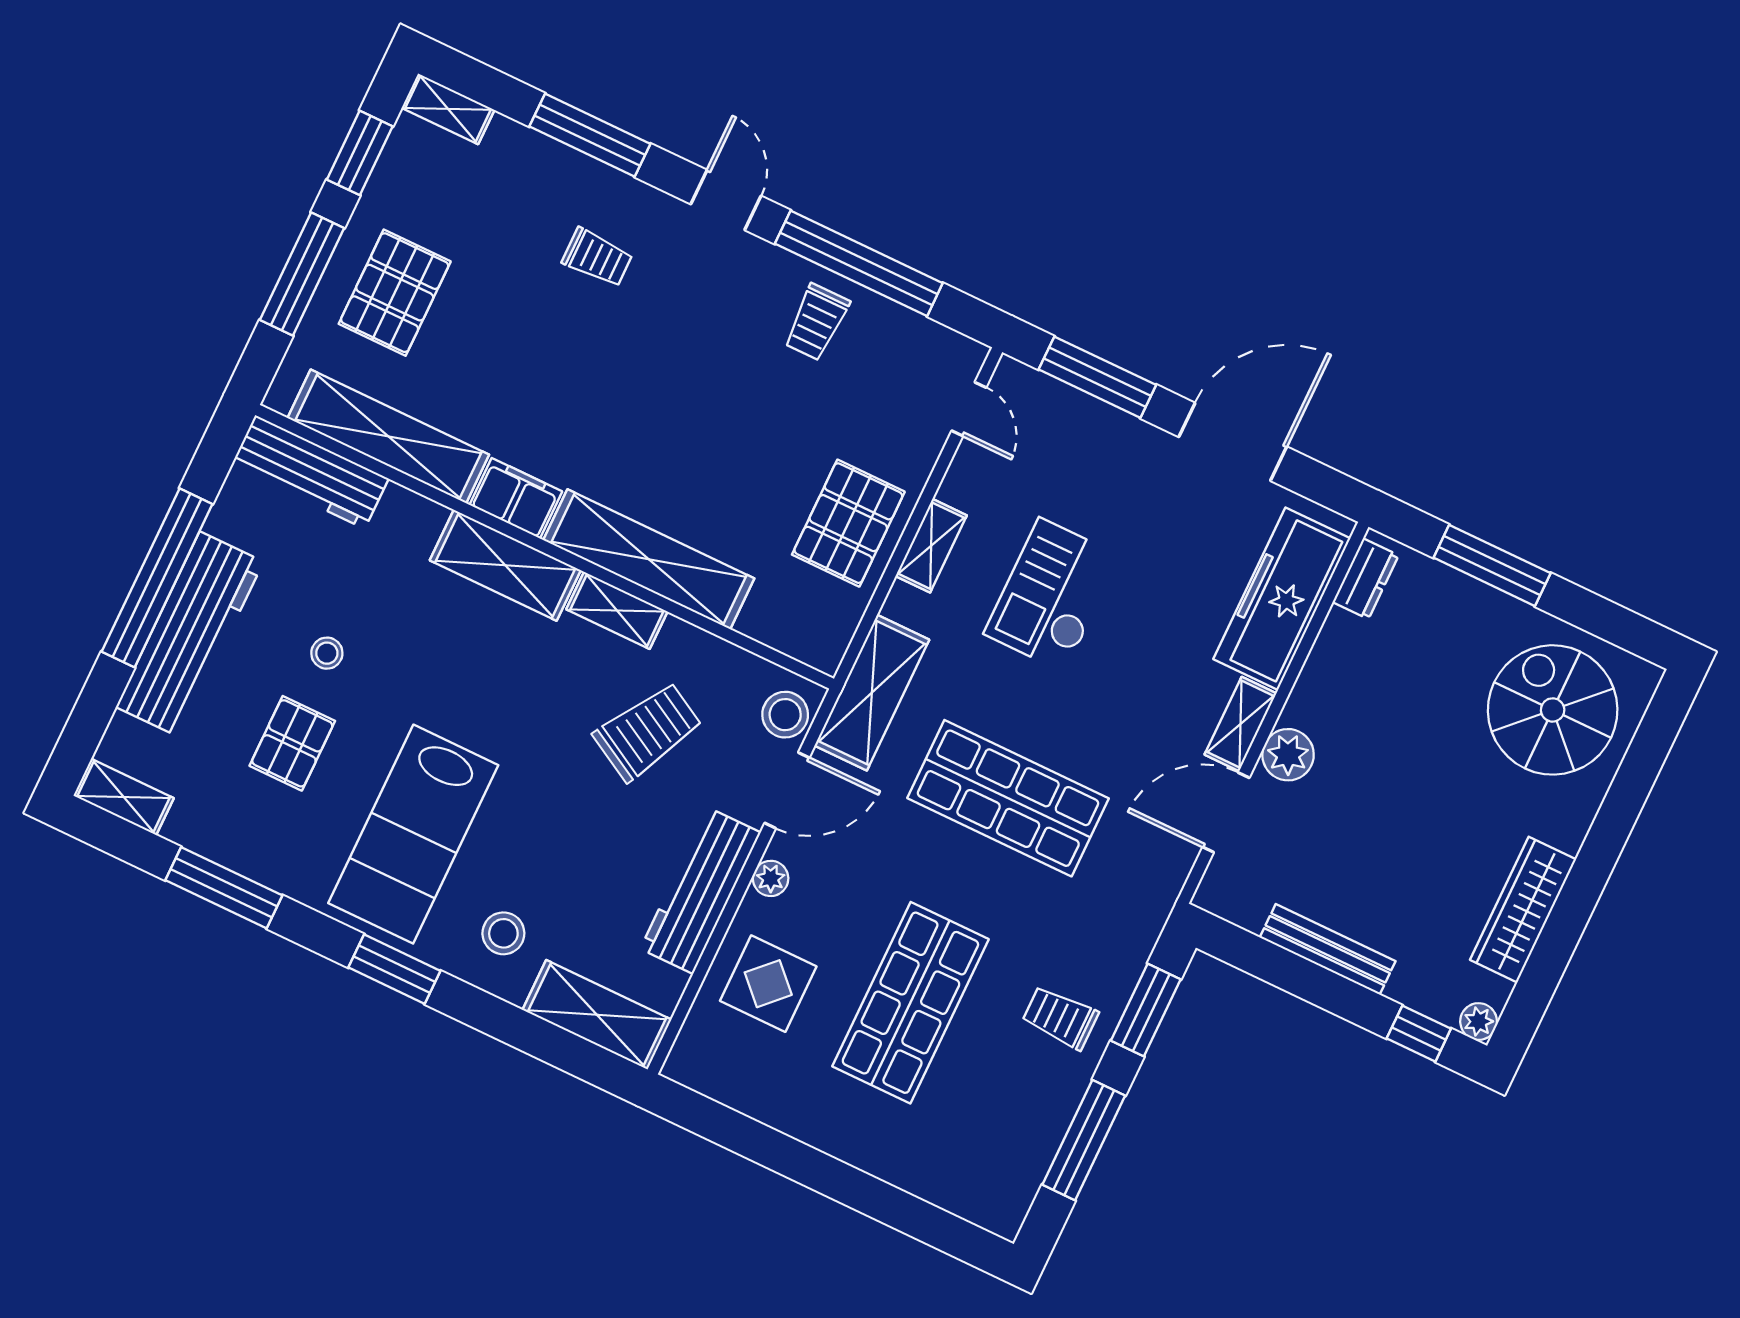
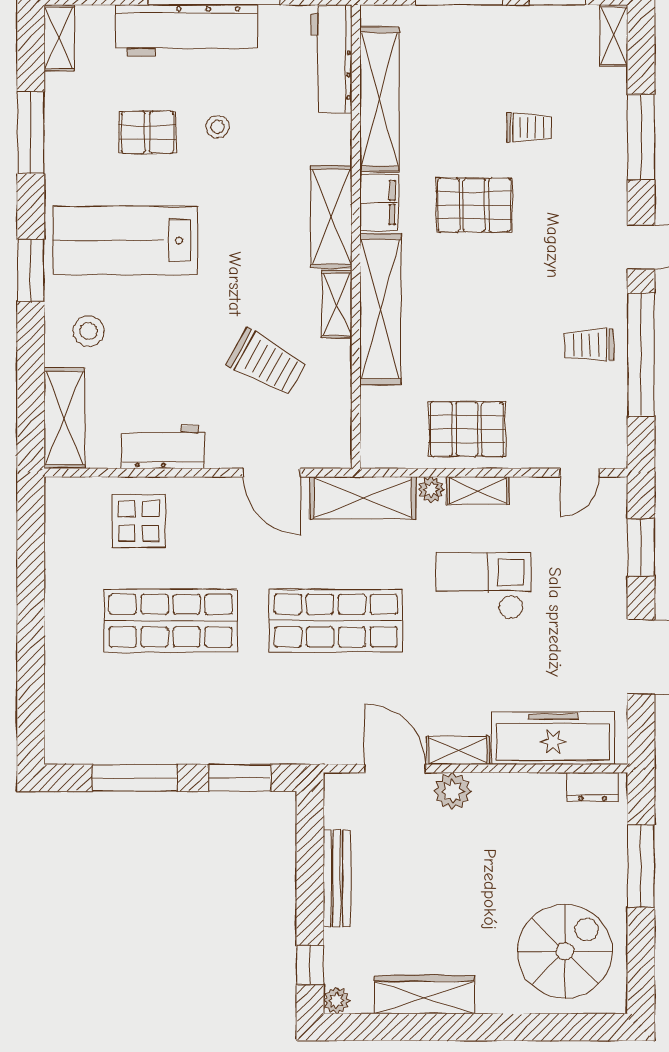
trolley: (597, 258) -> (529, 127), moved, turned -90
pallet: (395, 293) -> (474, 205), moved
window: (1097, 377) -> (641, 547), width x0.69
stool: (785, 715) -> (321, 448), removed
shop shelf: (1008, 798) -> (336, 621), turned 90
plant: (771, 878) -> (431, 490), moved
workbench: (700, 891) -> (163, 447), width x0.73
trolley: (1060, 1018) -> (208, 724), removed

